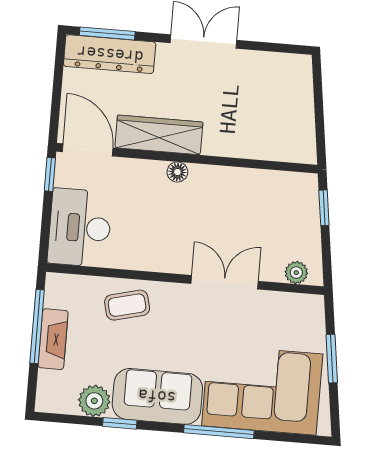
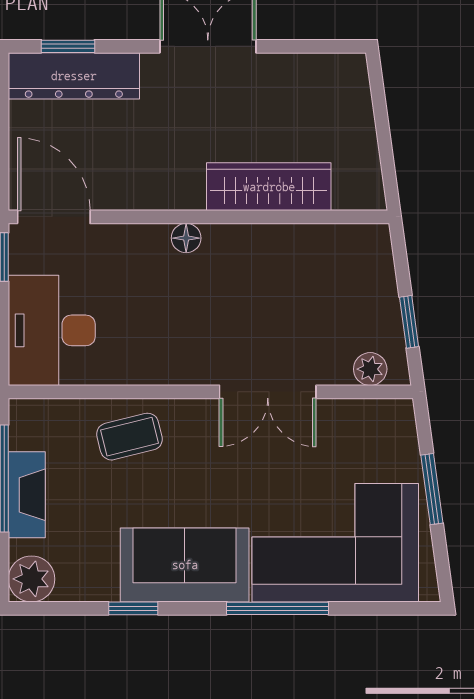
window: (107, 33) -> (68, 46), width x0.67
wardrobe: (159, 135) -> (269, 187), moved
window: (324, 208) -> (409, 322), moved
double door: (225, 282) -> (268, 392), swing flipped
plant: (94, 401) -> (32, 579), moved

